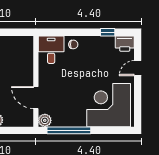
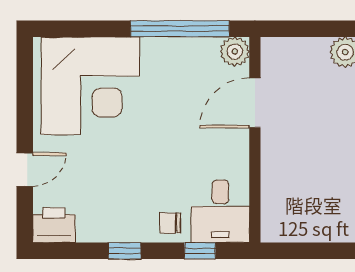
window: (60, 32) -> (200, 251), added
window: (108, 32) -> (125, 251), moved
door: (36, 98) -> (255, 103), swing flipped

